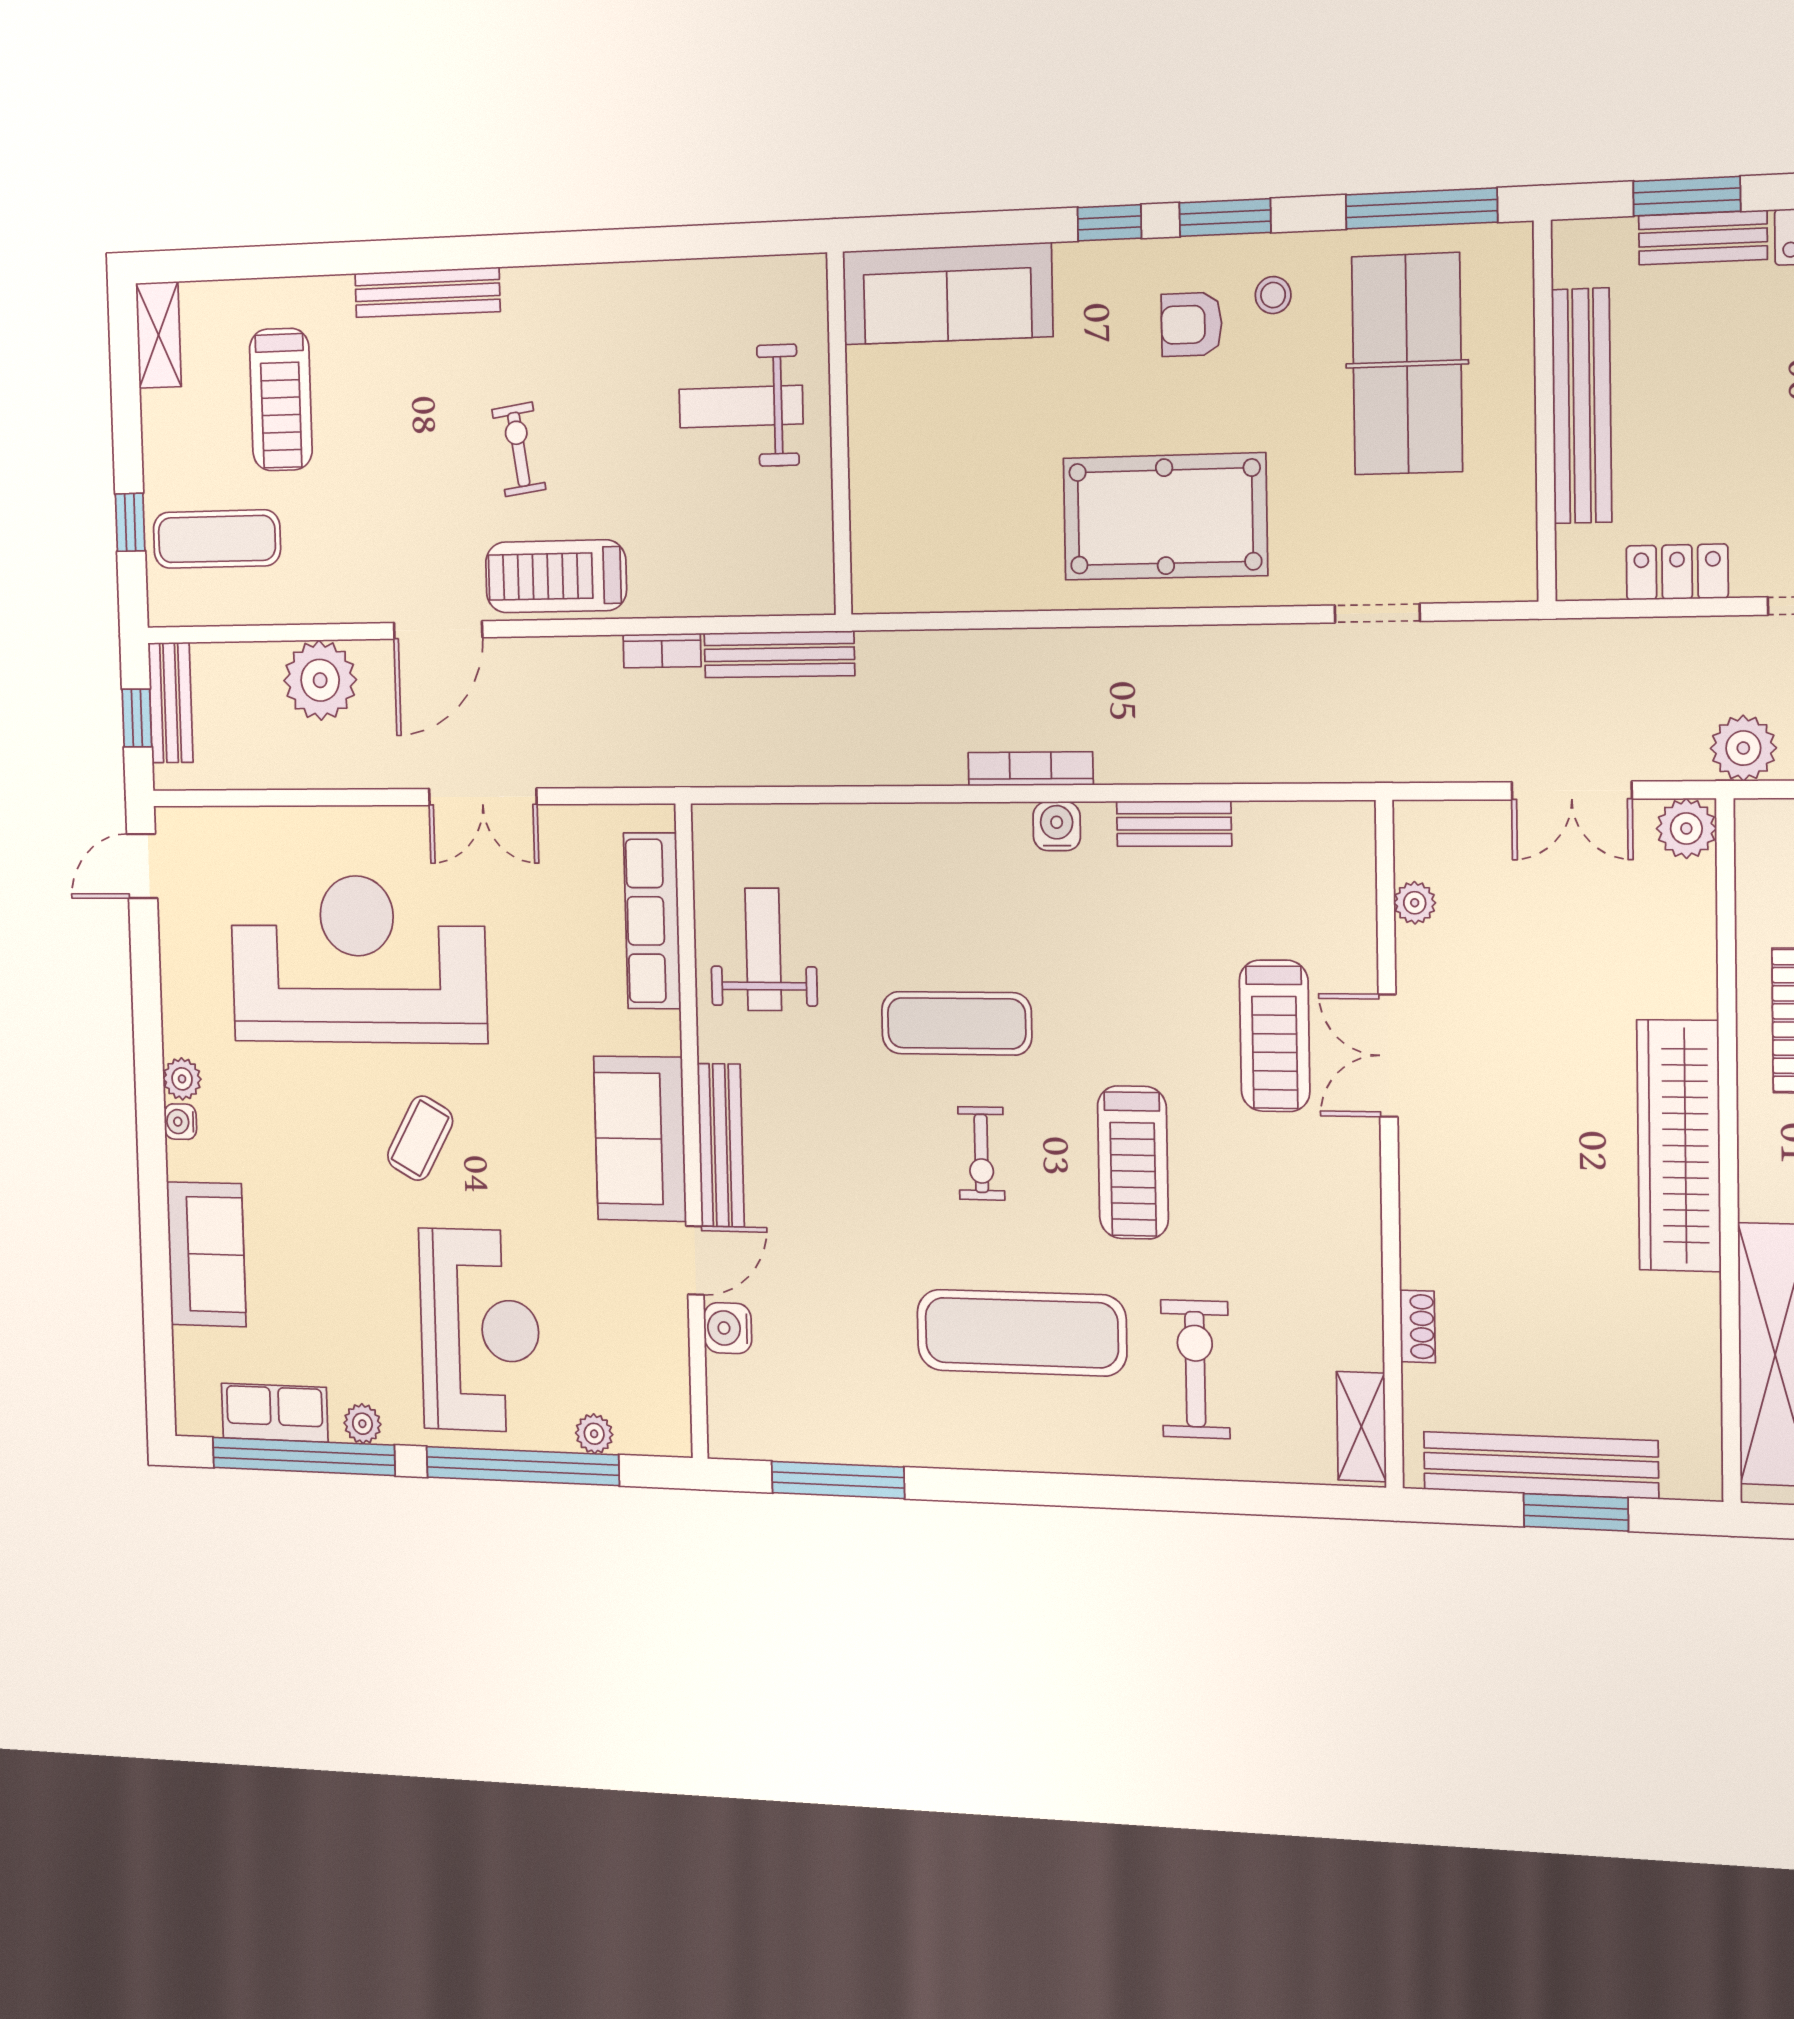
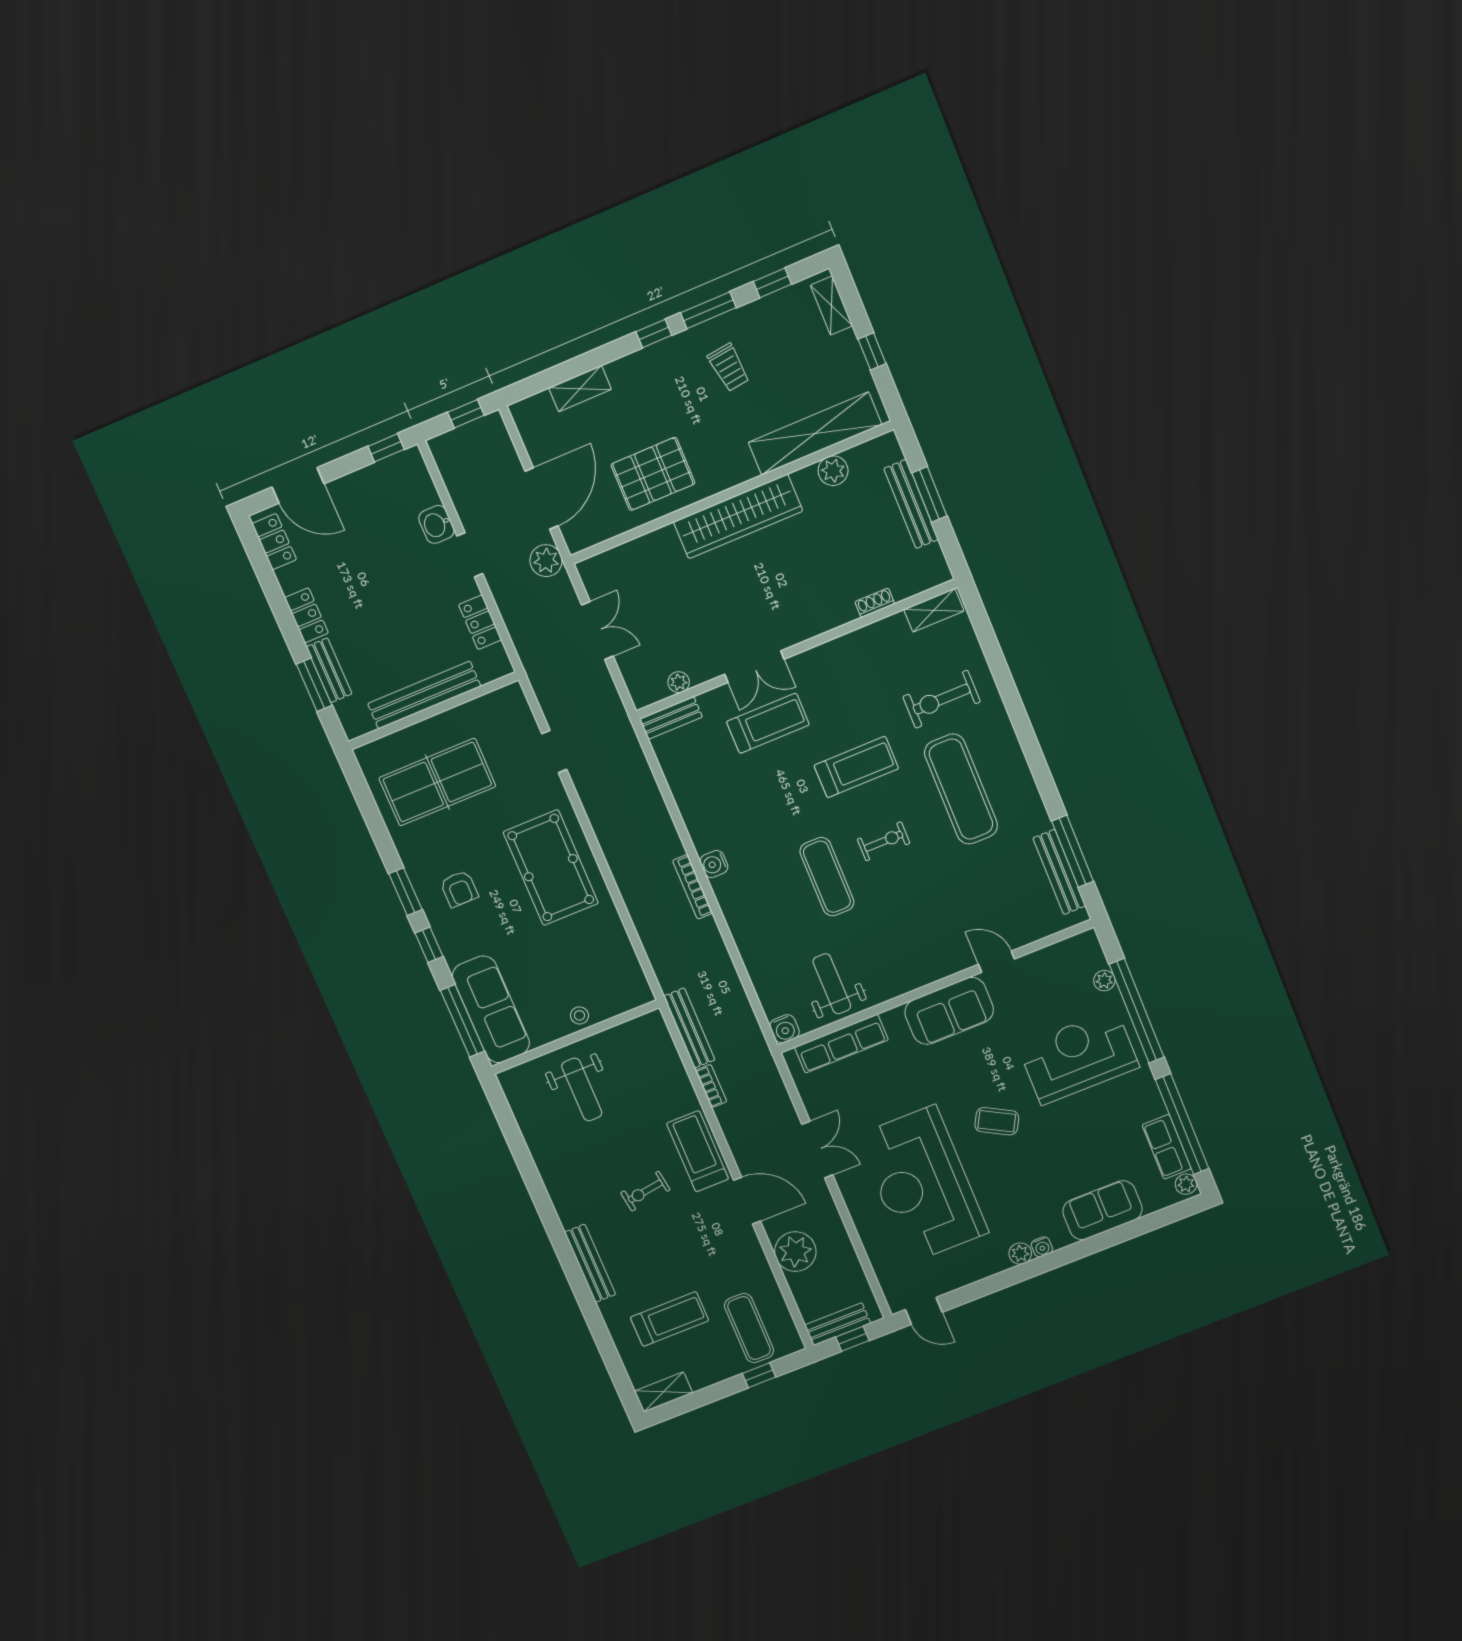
window: (1421, 208) -> (462, 1021), moved
stool: (1273, 295) -> (579, 1015), moved
treadmill: (556, 576) -> (698, 1151), turned 180
bench: (1174, 824) -> (671, 718), moved, turned 90
plant: (1686, 828) -> (833, 471), moved
weight bench: (763, 949) -> (832, 984), turned 90
bench: (721, 1145) -> (1059, 872), moved, turned 90
water cooler: (728, 1328) -> (785, 1029), moved
plant: (362, 1424) -> (1186, 1184), moved
bench: (1540, 1465) -> (911, 504), width x0.73, depth x0.82

